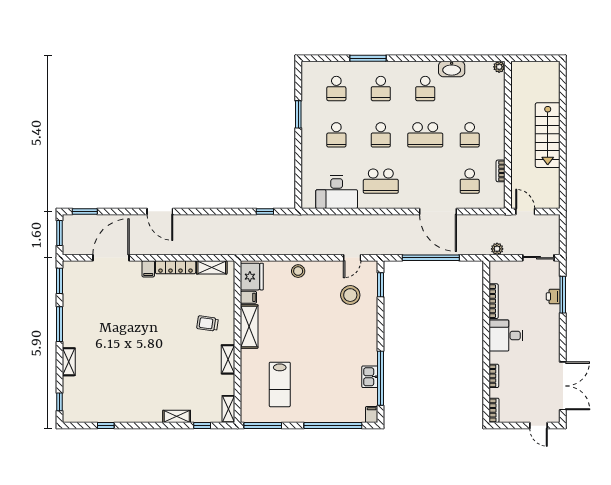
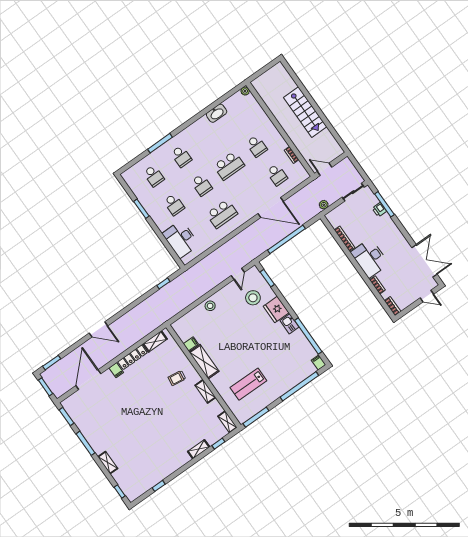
school desk: (425, 88) -> (209, 137), removed
desk: (337, 192) -> (181, 239), moved, turned 90
fridge: (252, 277) -> (276, 309), moved, turned 180
desk: (506, 336) -> (370, 258), width x1.37
kitchen sink: (370, 377) -> (290, 324), moved
lab bench: (280, 384) -> (248, 384), turned 90

